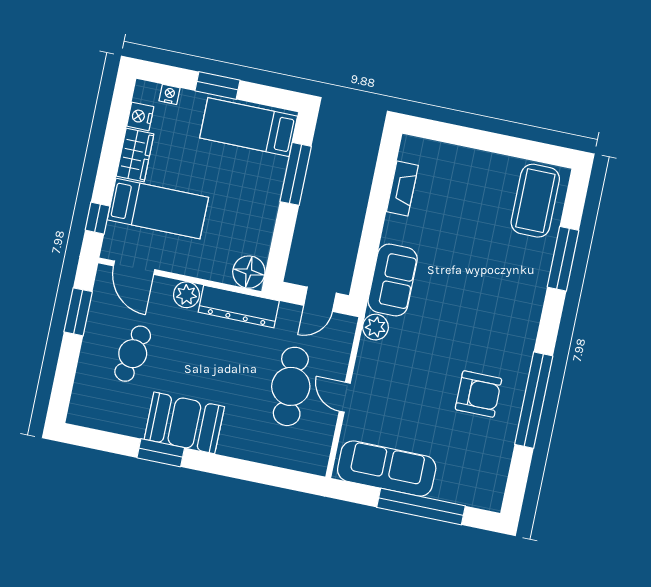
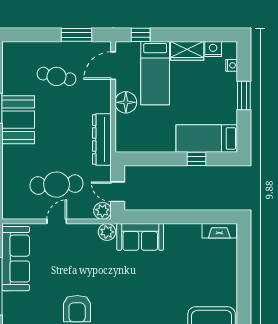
bed: (249, 127) -> (207, 138), moved, turned -90
window: (296, 174) -> (196, 159), width x0.46
fireplace: (402, 189) -> (219, 231), moved
floor lamp: (249, 272) -> (126, 102), moved
plant: (186, 295) -> (102, 211), moved

